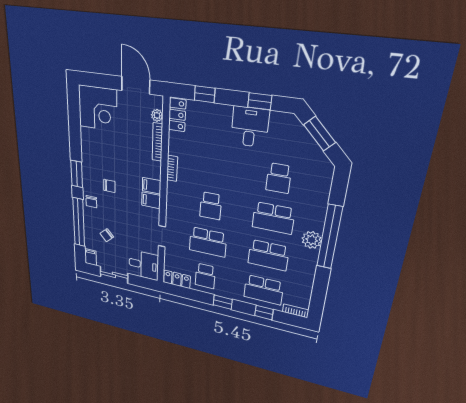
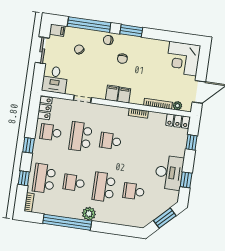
desk: (250, 127) -> (169, 173), width x1.37
window: (330, 237) -> (67, 222), moved
school desk: (268, 255) -> (74, 183), width x0.54

